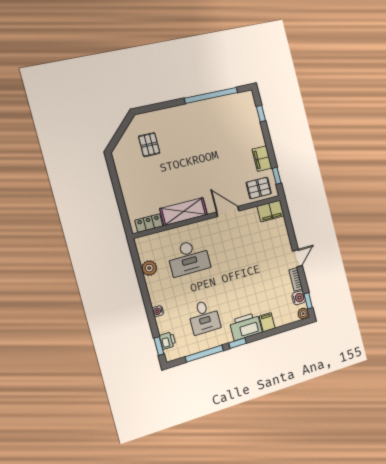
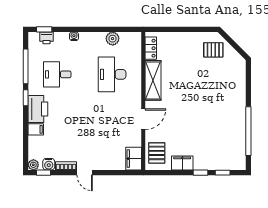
pallet: (149, 145) -> (213, 50), moved
window: (277, 176) -> (200, 173), moved

